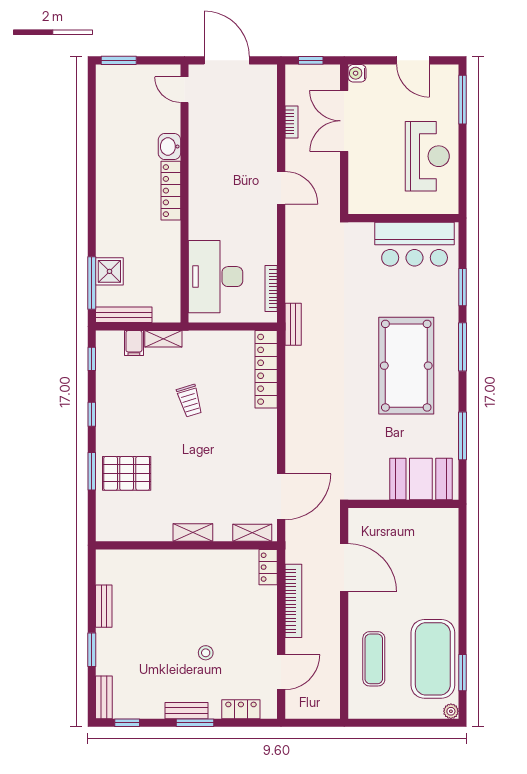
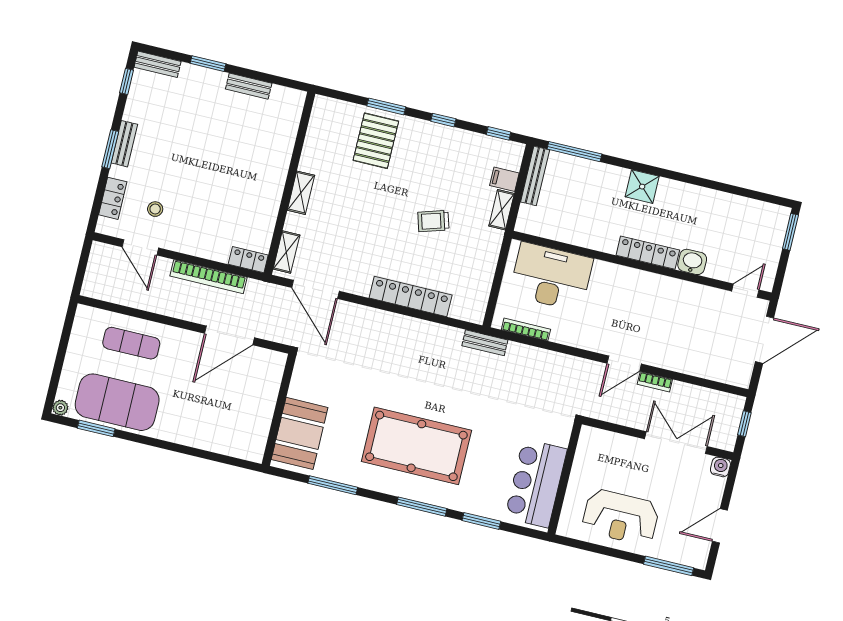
bookcase: (291, 122) -> (655, 382), moved
shower: (109, 271) -> (642, 187), moved
locker: (266, 369) -> (411, 296), moved
stool: (206, 653) -> (155, 209), moved

